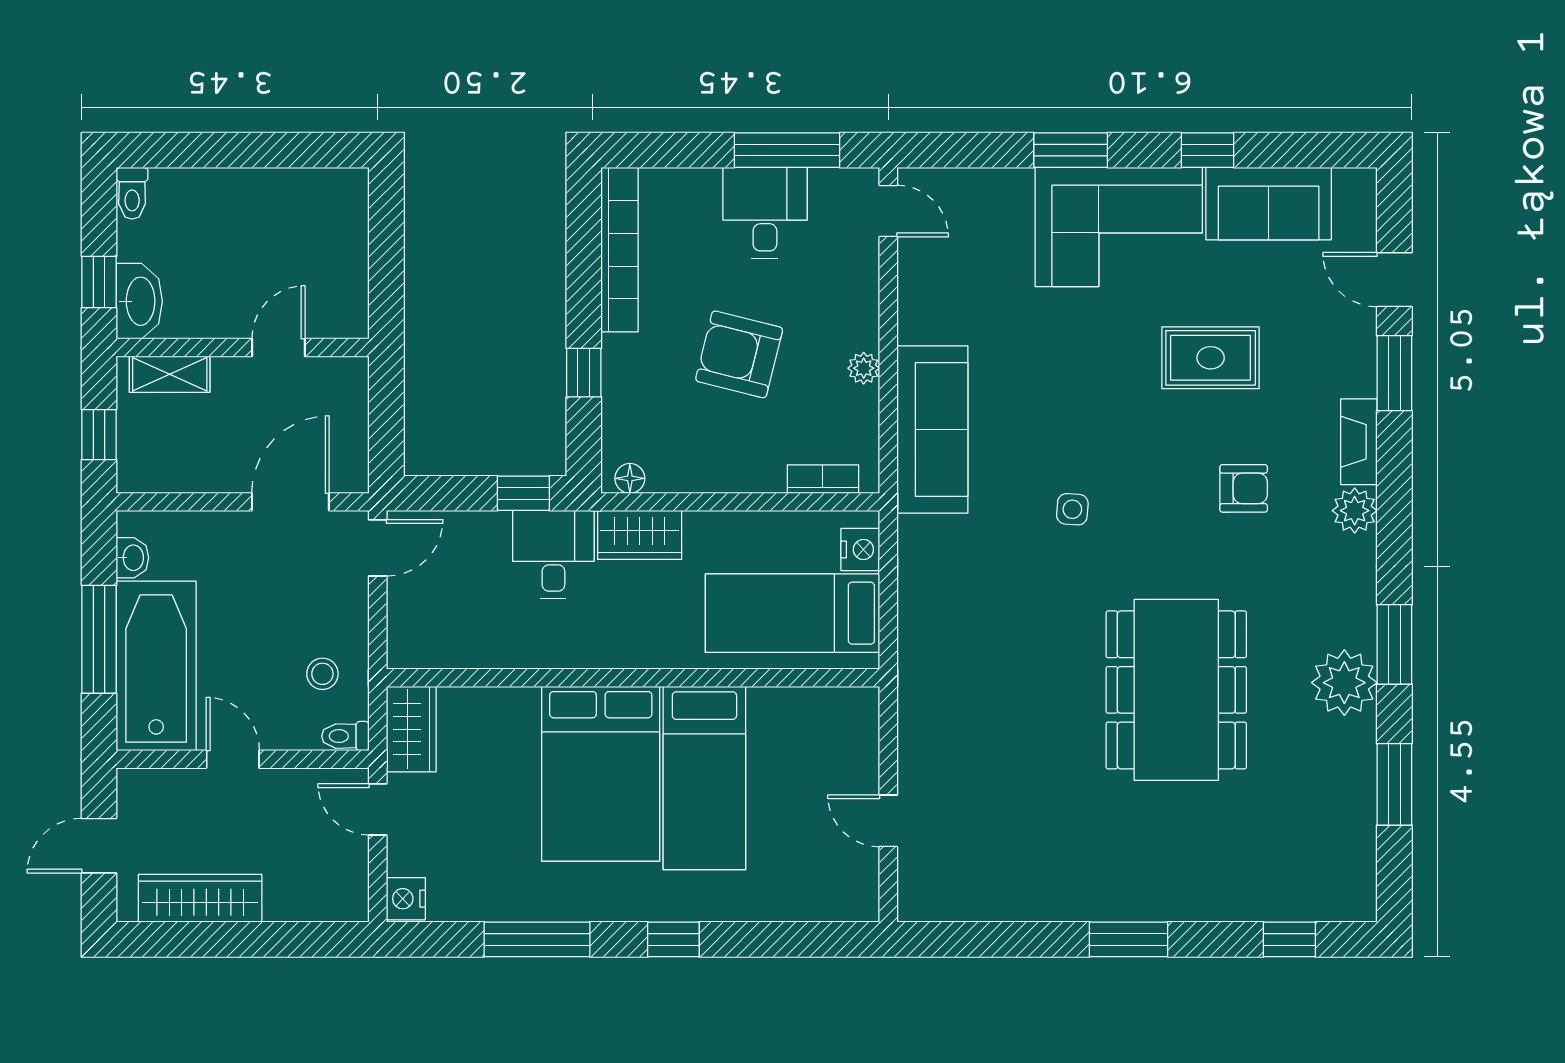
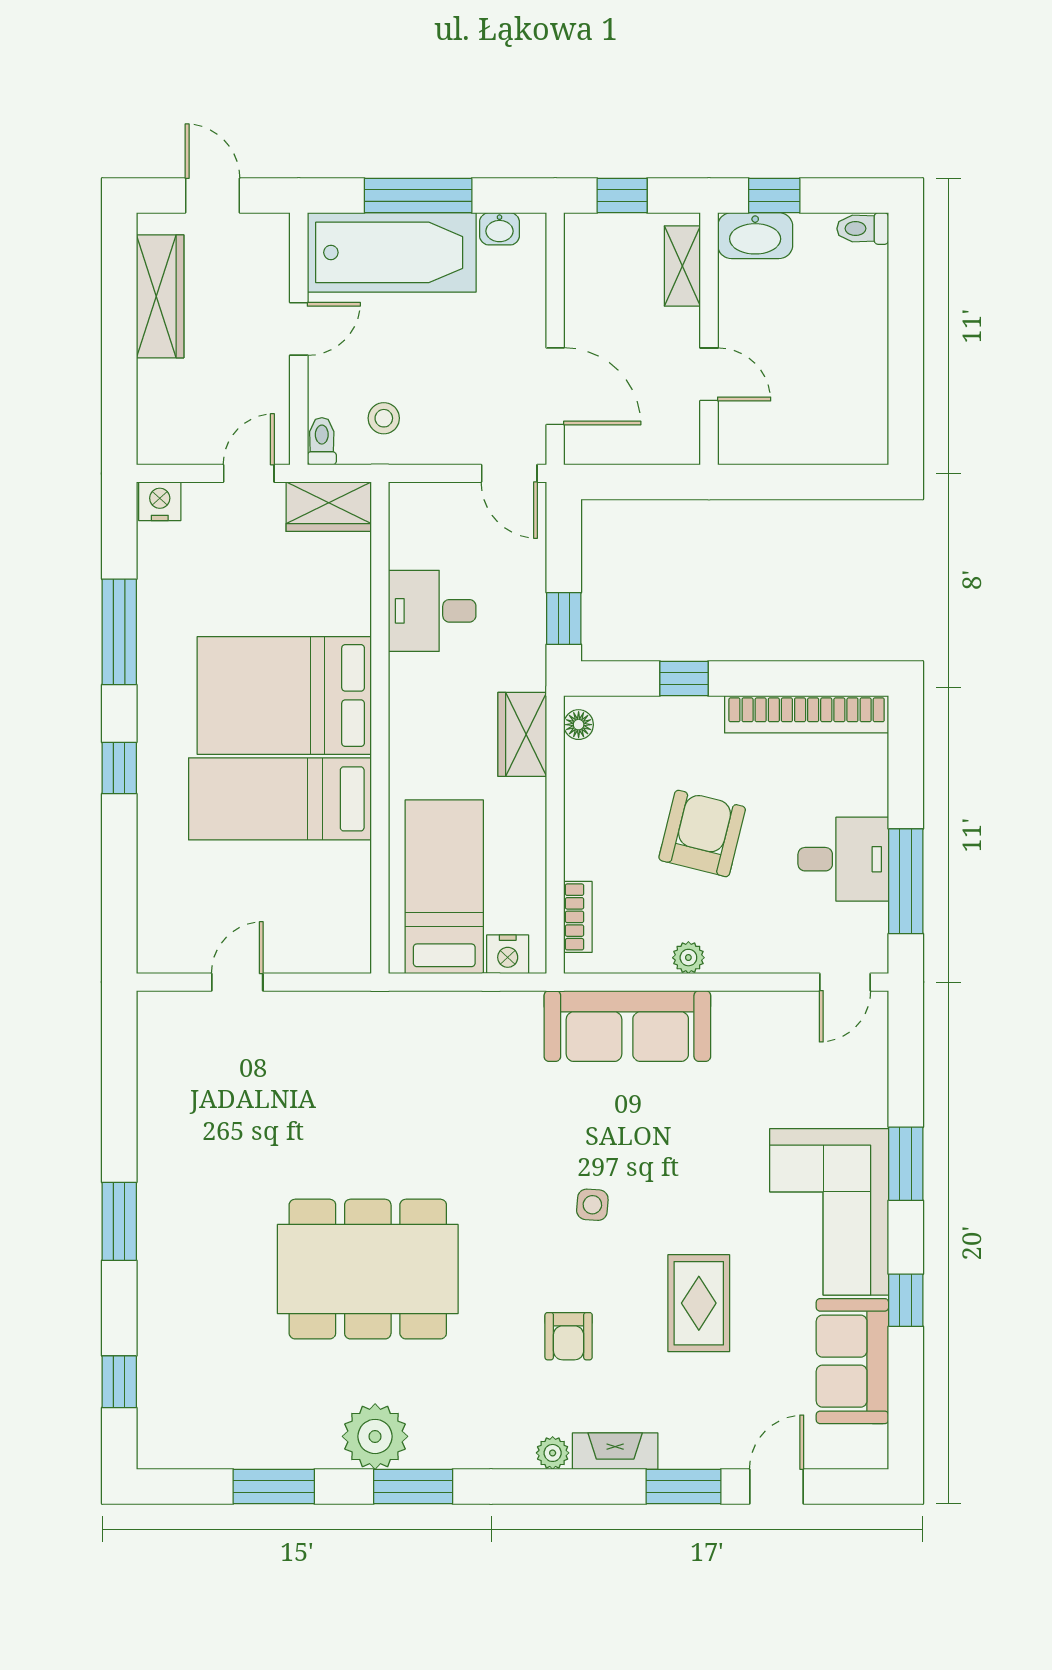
side table: (1072, 509) -> (592, 1205), moved
plant: (1355, 511) -> (553, 1453), width x0.73, depth x0.73
desk: (553, 554) -> (432, 611), moved, turned 180

